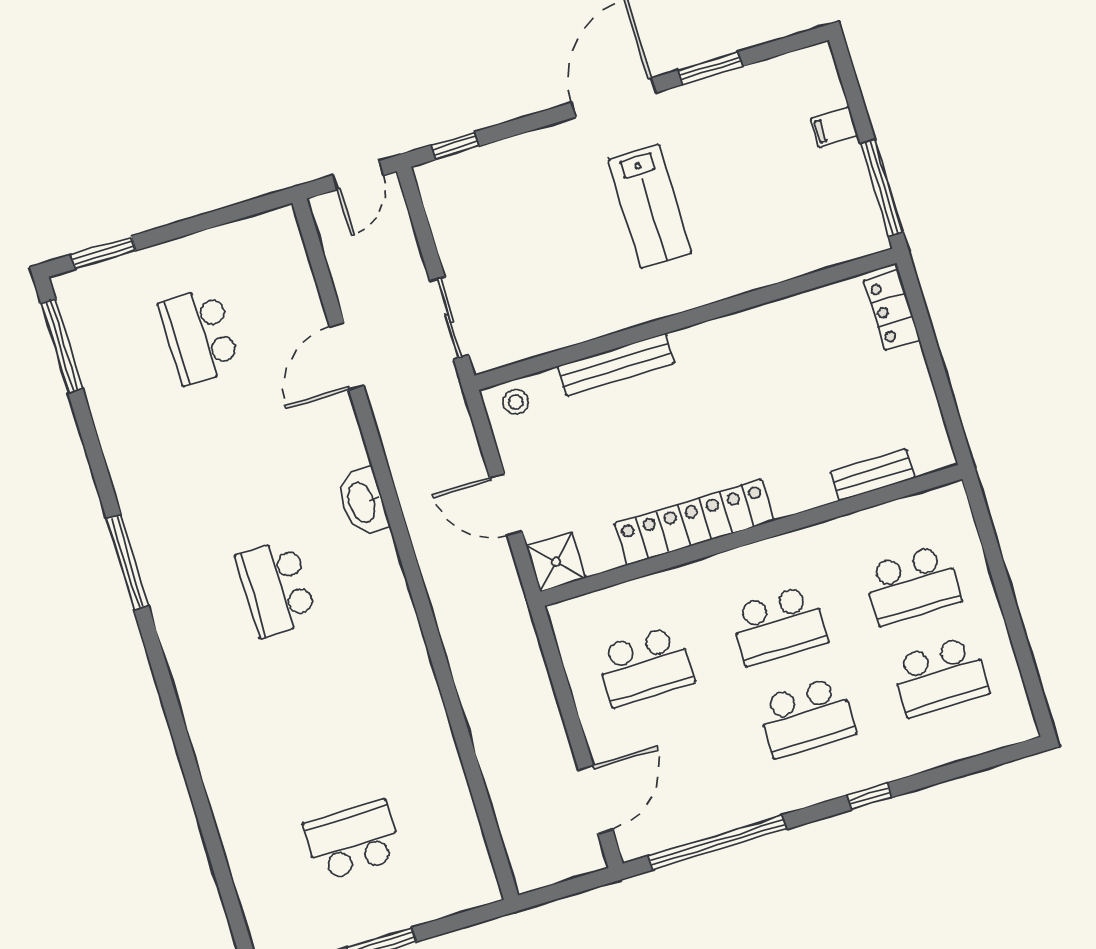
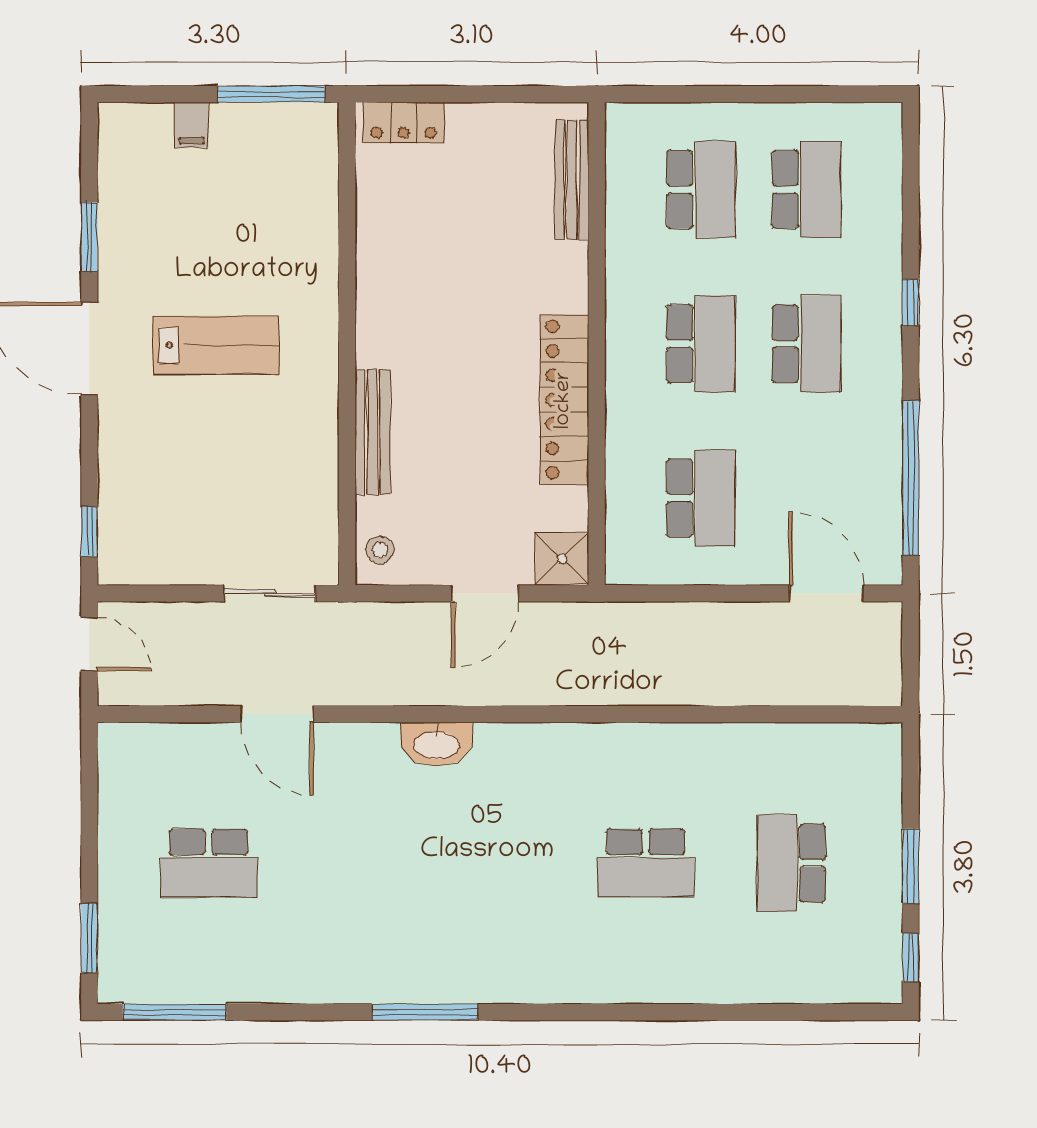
bench: (873, 475) -> (572, 180), width x1.36
school desk: (276, 588) -> (646, 863), moved

